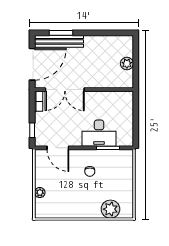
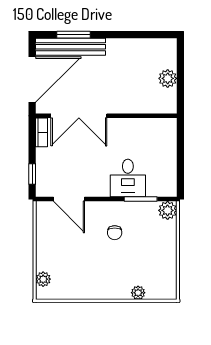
desk: (99, 133) -> (128, 178), width x0.73
plant: (127, 156) -> (168, 210), added
plant: (40, 193) -> (43, 279), moved
plant: (110, 209) -> (138, 293), width x0.53, depth x0.53

